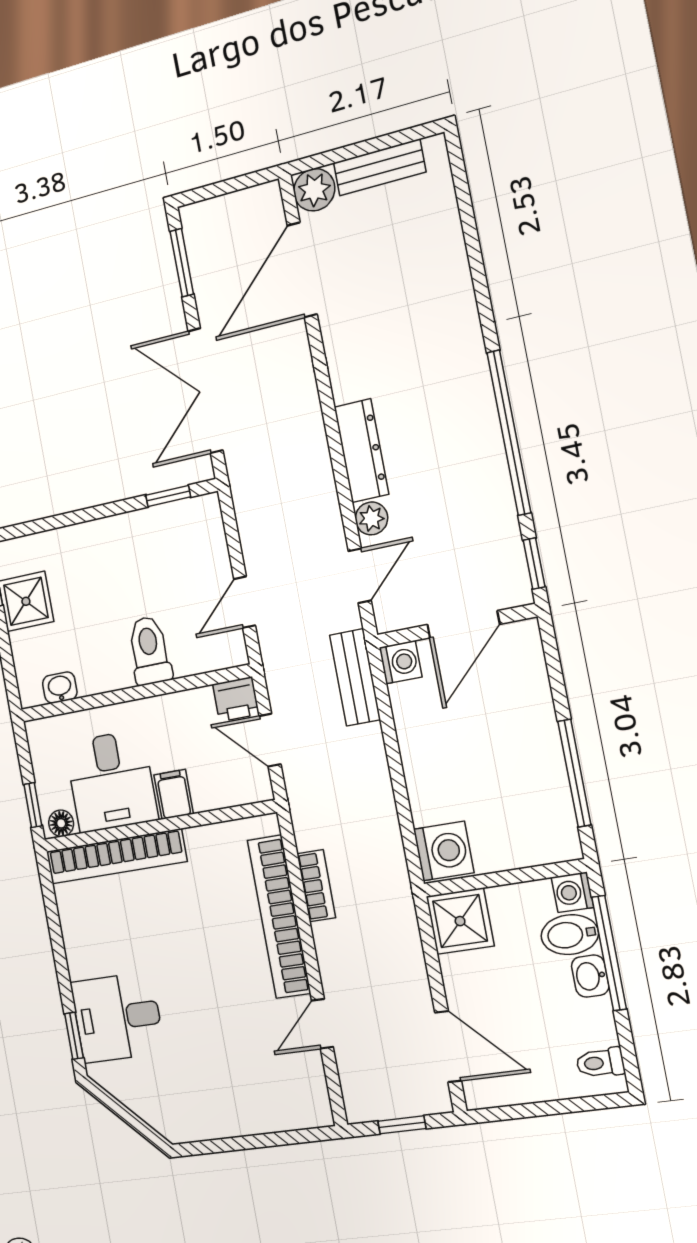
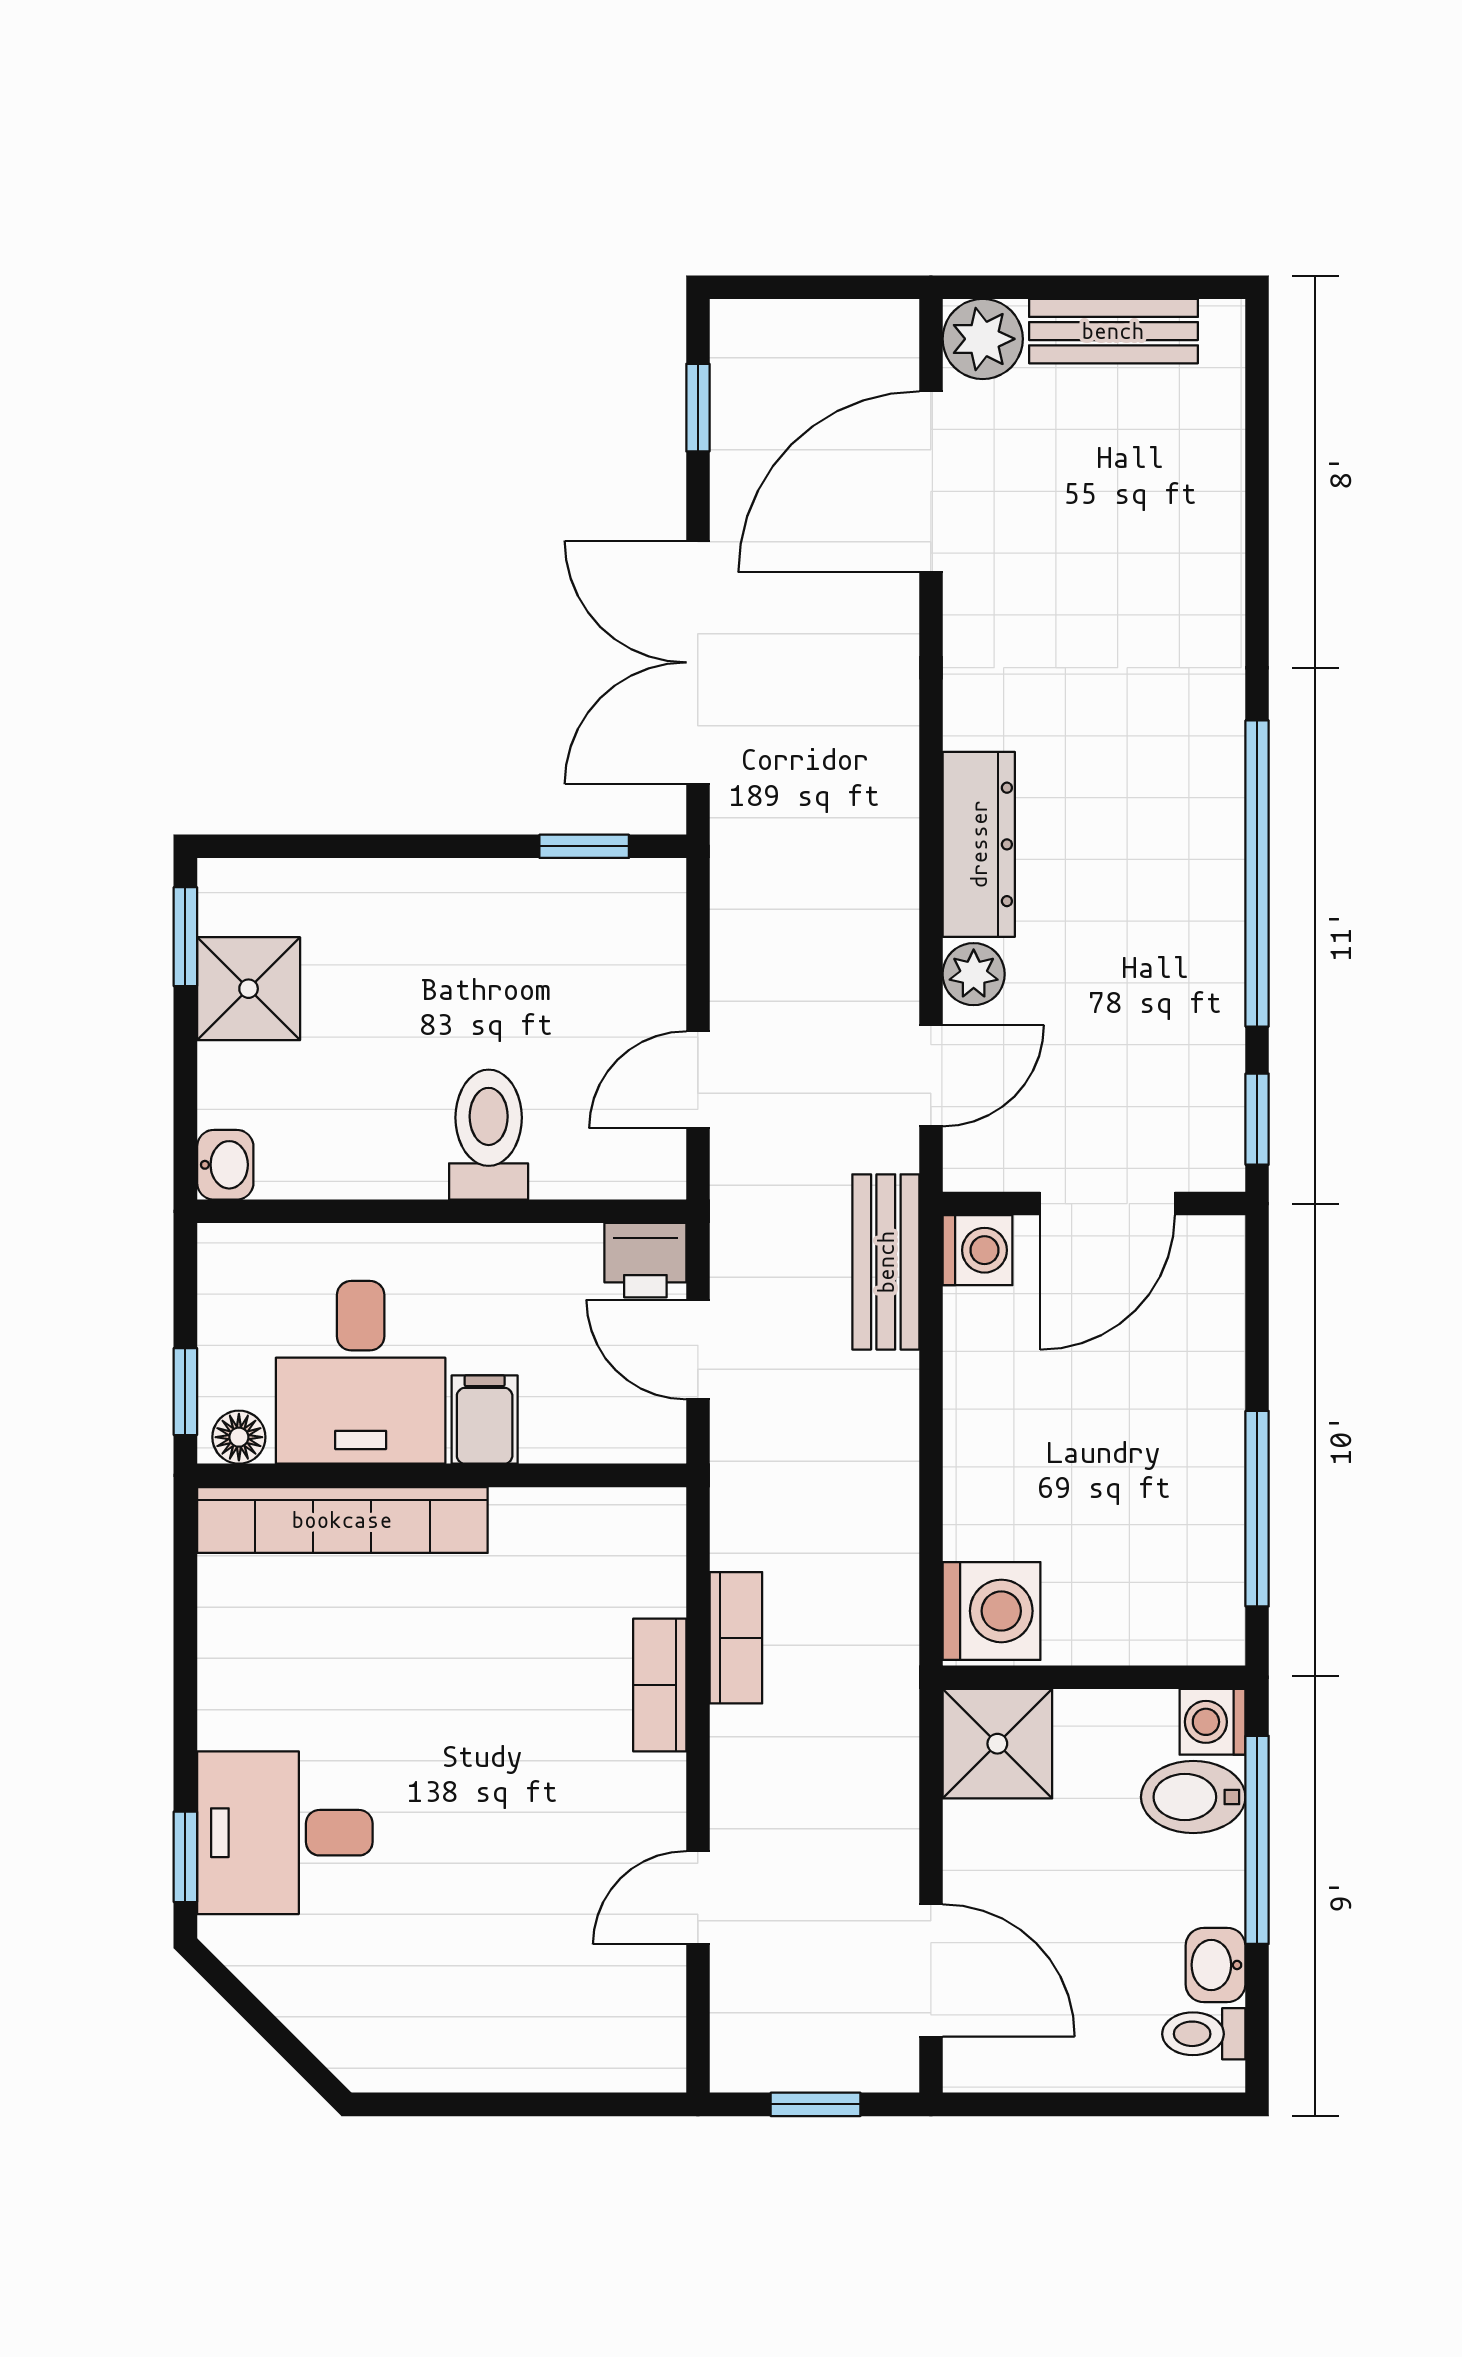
window: (182, 263) -> (698, 408), width x0.67
washbasin: (60, 688) -> (225, 1165), moved, turned 90
bookcase: (279, 917) -> (660, 1685), width x0.43, depth x0.76
washbasin: (590, 976) -> (1215, 1965), moved

